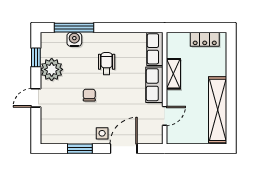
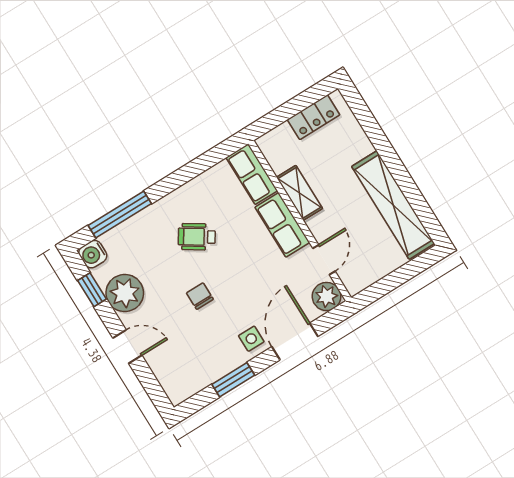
water cooler: (74, 39) -> (93, 254), moved, turned -90
wheelchair: (107, 64) -> (197, 237), turned -57
door: (36, 98) -> (127, 347), swing flipped
plant: (154, 136) -> (327, 296), added

